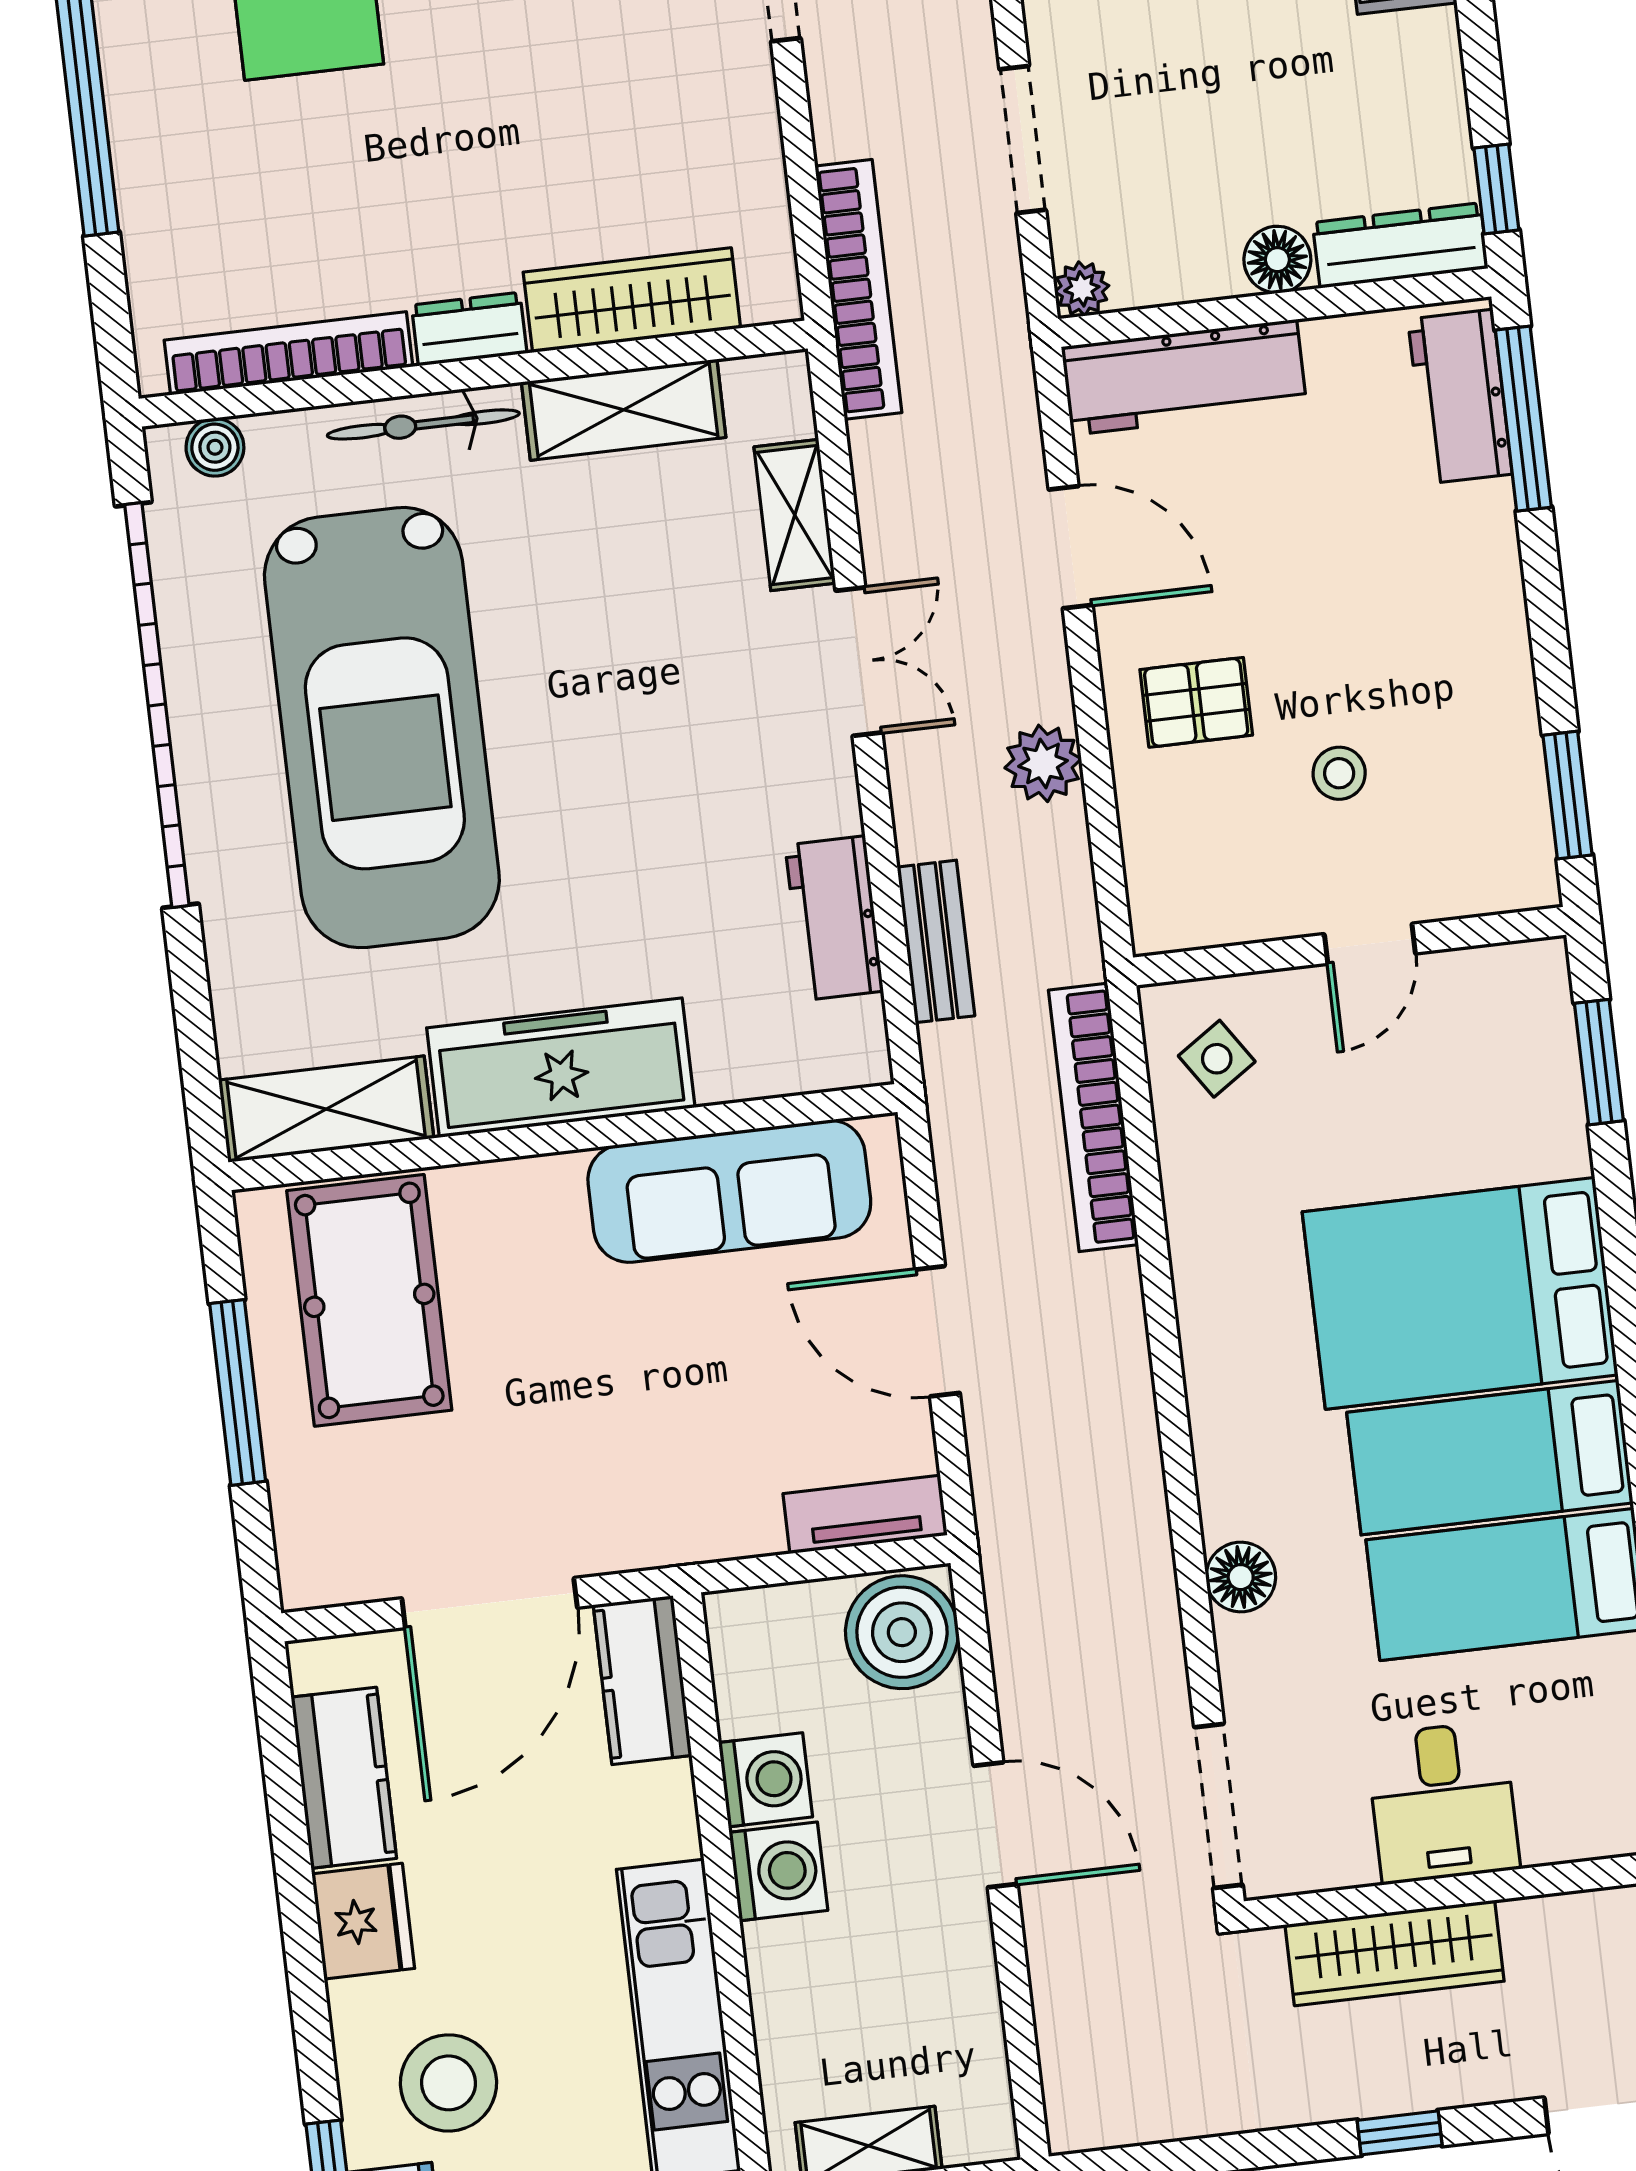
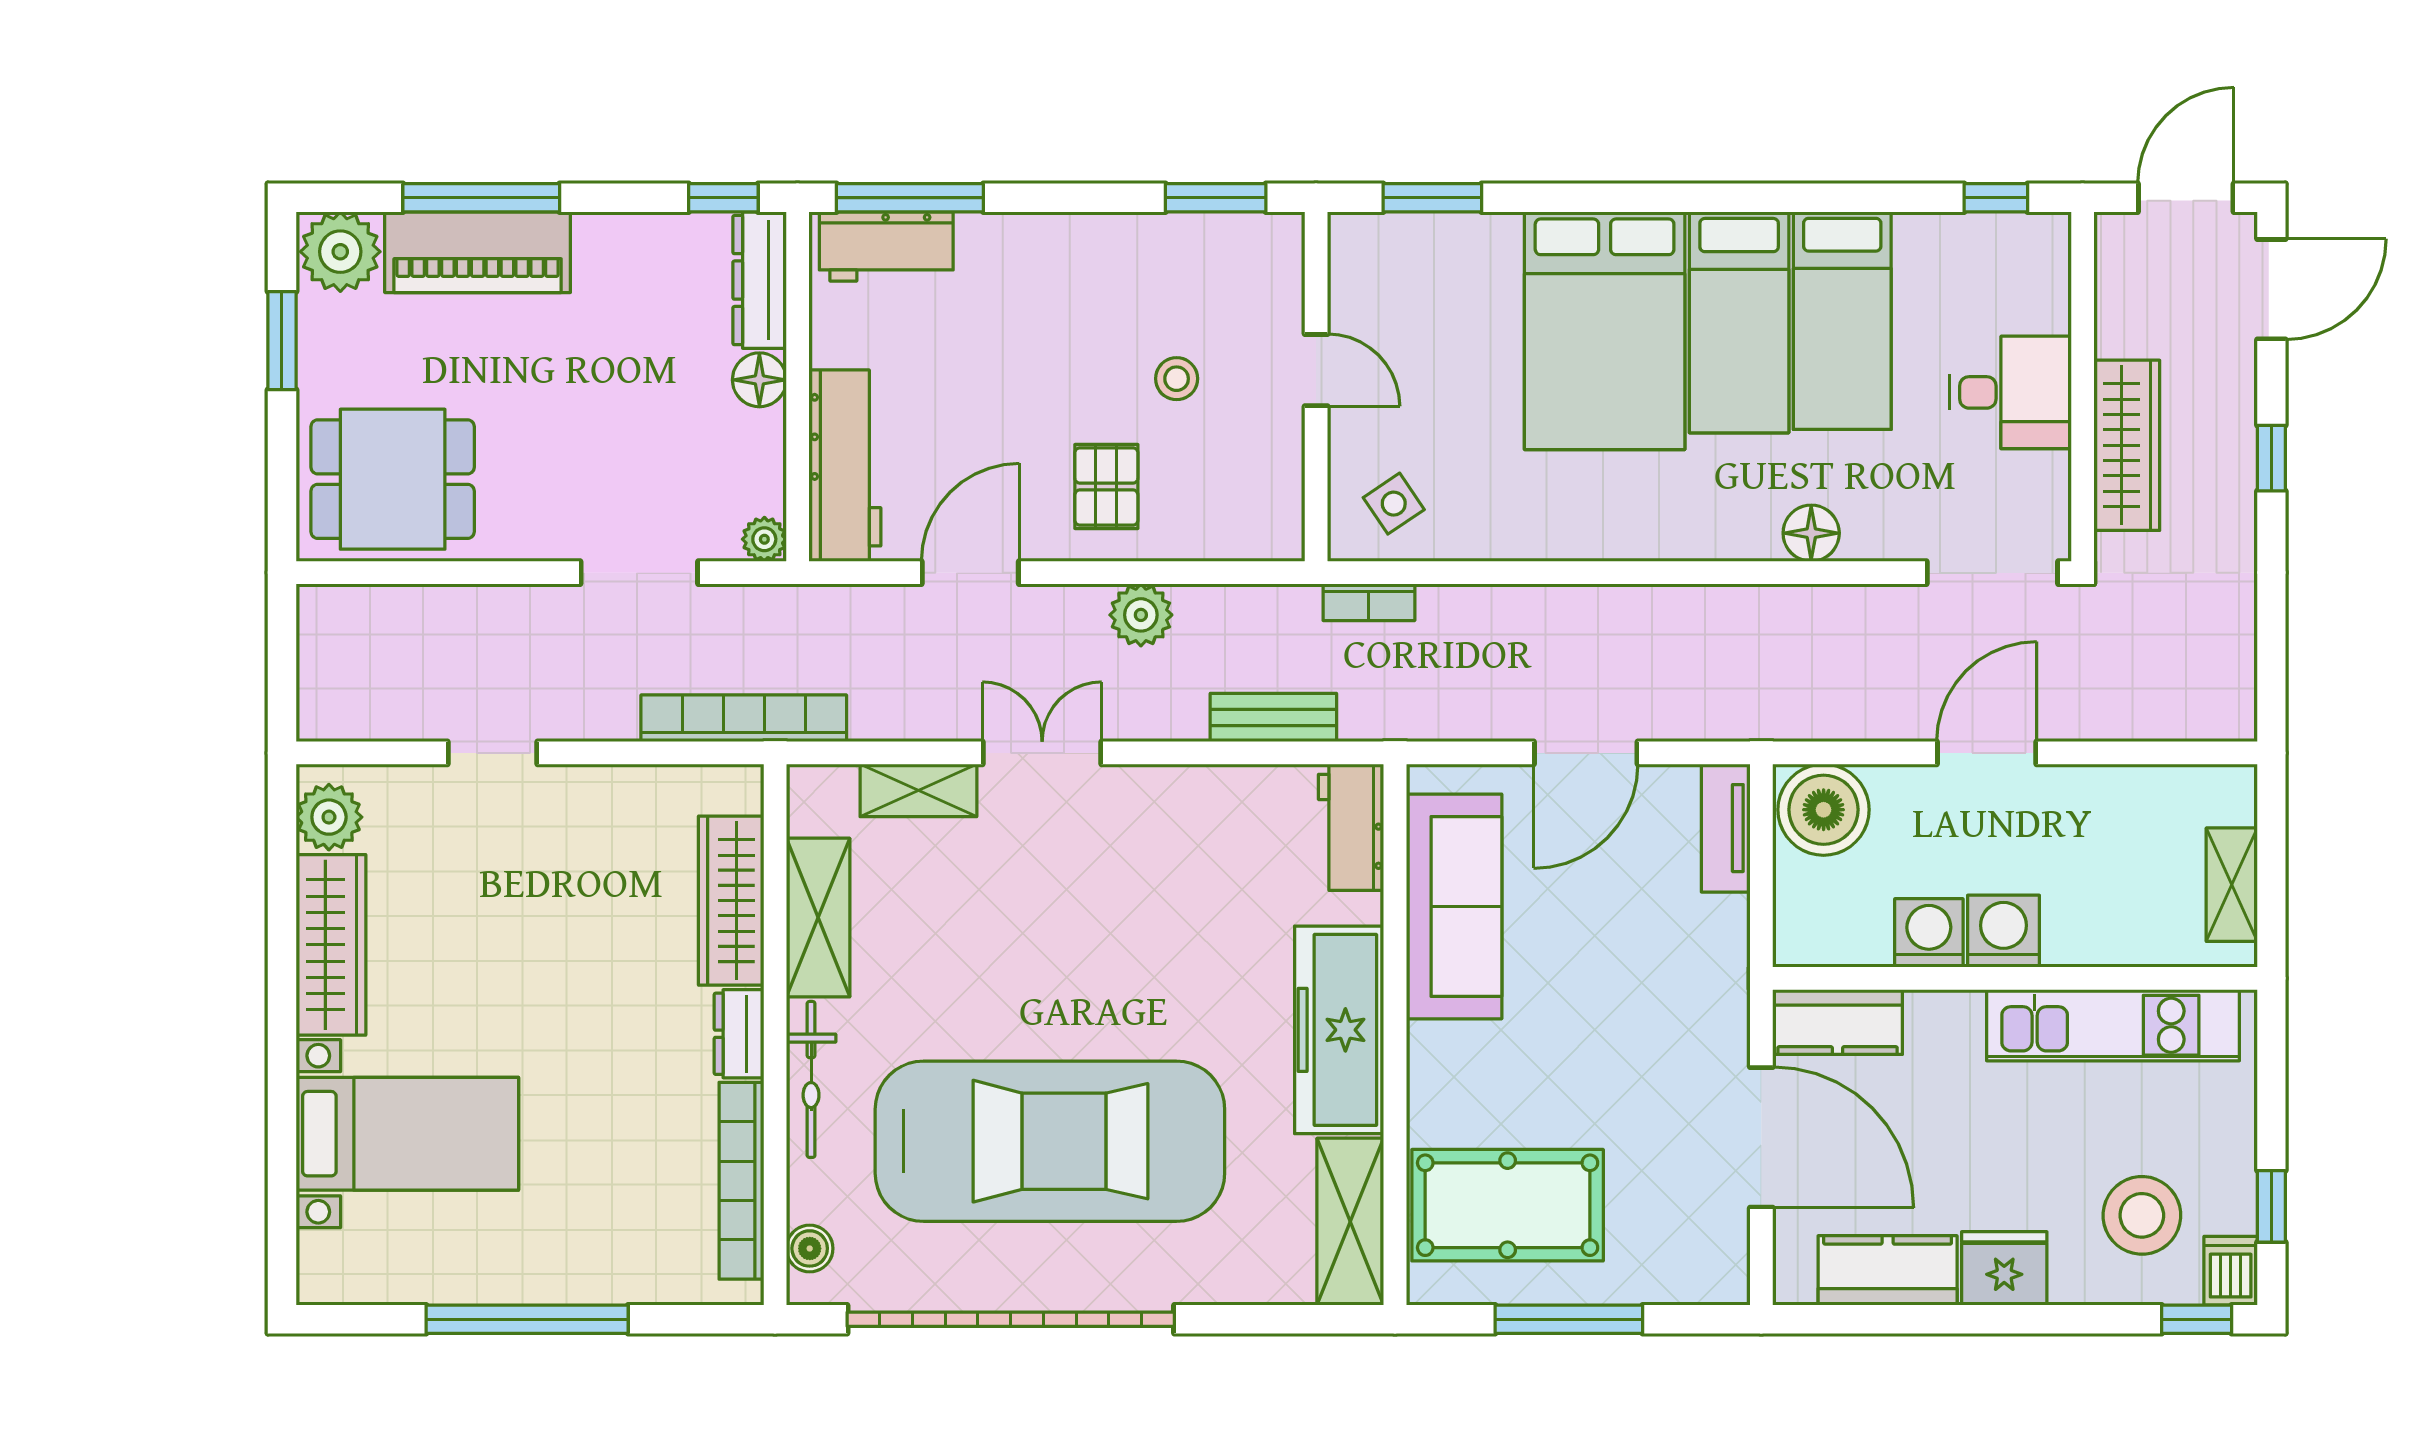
workbench: (834, 918) -> (1351, 827), moved, turned 90
bookcase: (1093, 1117) -> (1369, 602), width x0.43, depth x0.76

